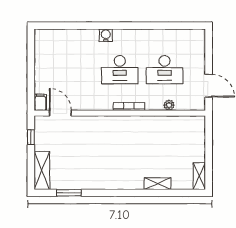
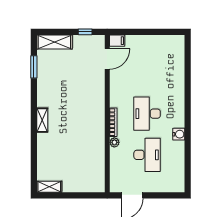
water cooler: (106, 35) -> (179, 134), moved
desk: (165, 70) -> (147, 155), turned 180
plant: (169, 105) -> (114, 142), moved
shelving: (158, 184) -> (42, 120), moved

